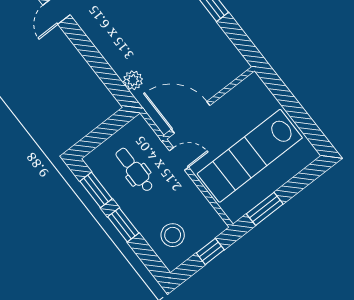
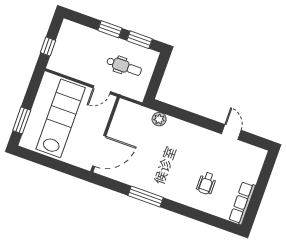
door: (191, 117) -> (99, 151), moved
window: (265, 209) -> (22, 120), moved
stool: (173, 235) -> (77, 42), removed

